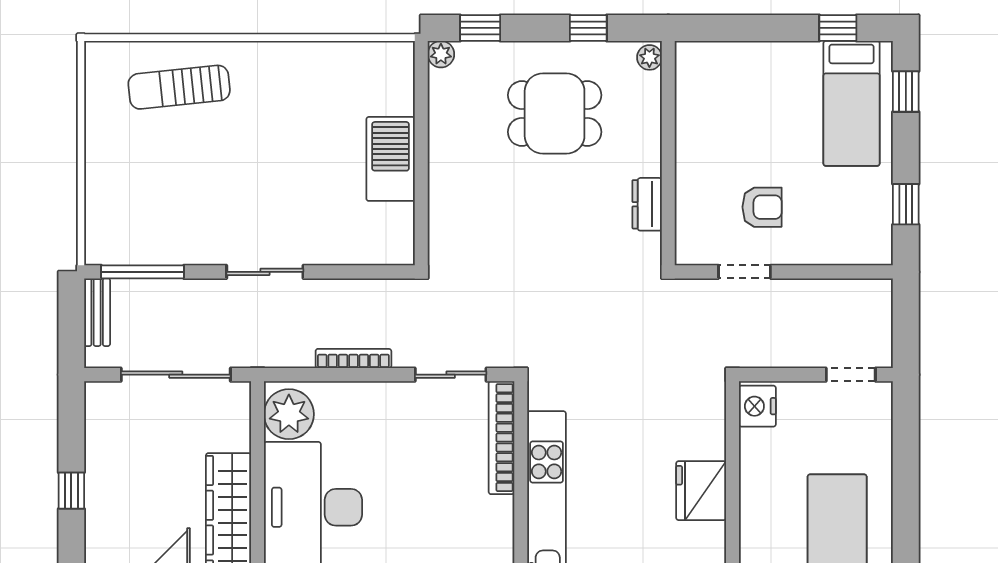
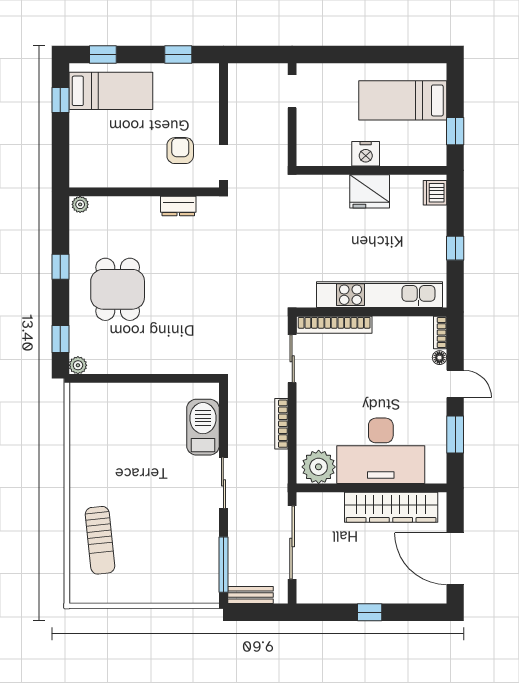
plant: (649, 57) -> (80, 204), moved
wall: (668, 153) -> (144, 192), moved
barbecue: (391, 159) -> (203, 427), moved, turned 90
dresser: (647, 204) -> (178, 206), moved
nightstand: (757, 406) -> (366, 154), moved

